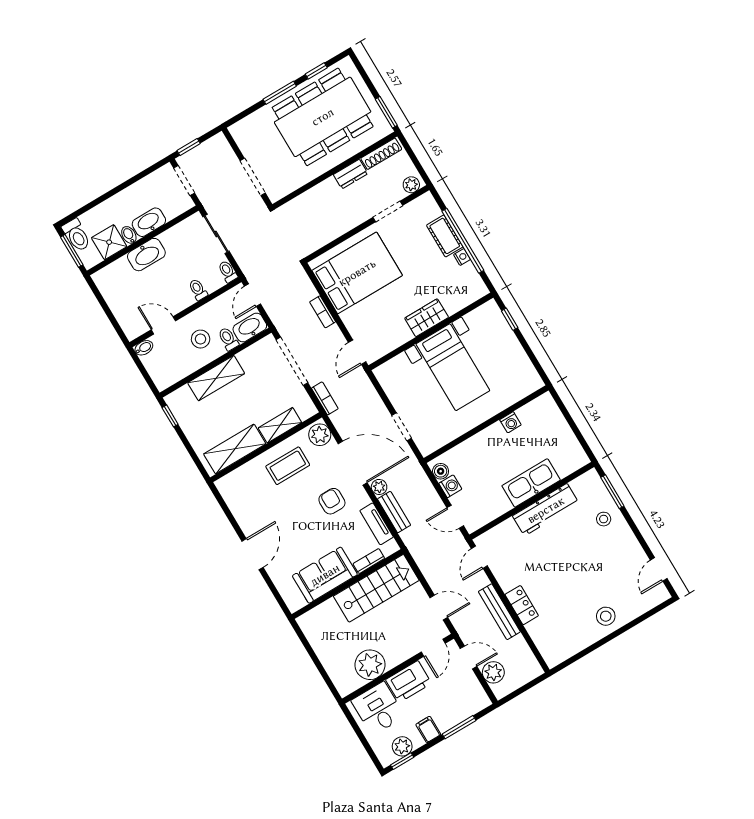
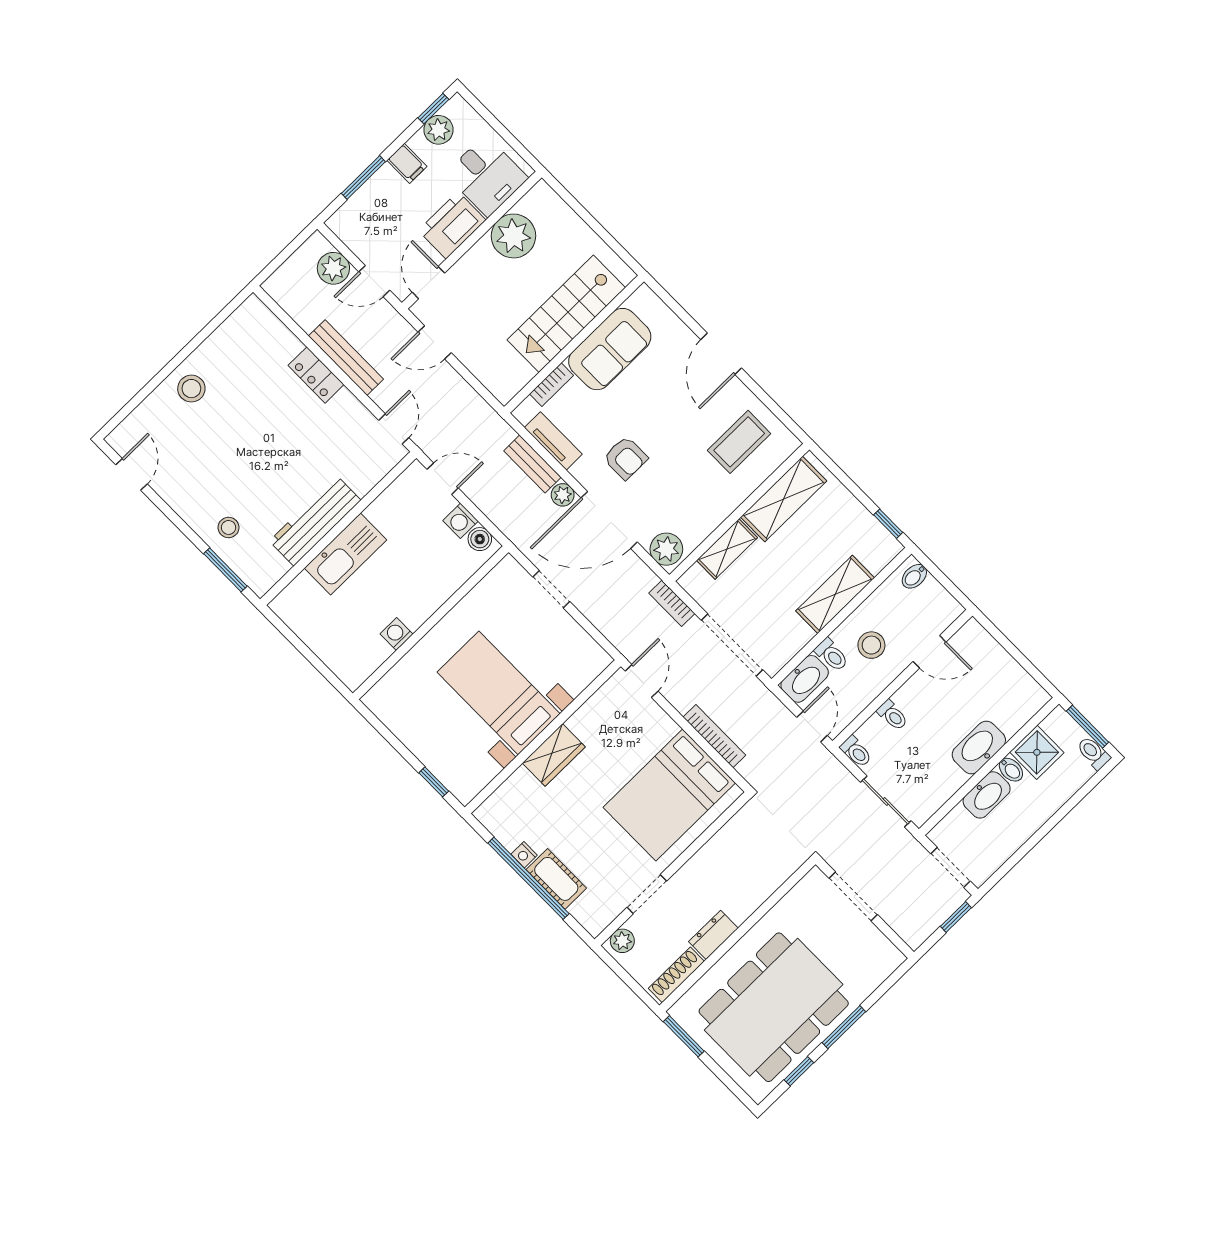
toilet: (76, 235) -> (1093, 753), width x0.73, depth x0.72
bookcase: (323, 312) -> (714, 736), width x1.56
bidet: (144, 348) -> (914, 576), moved
coffee table: (288, 466) -> (739, 442), moved
stairs: (376, 588) -> (566, 314), moved

